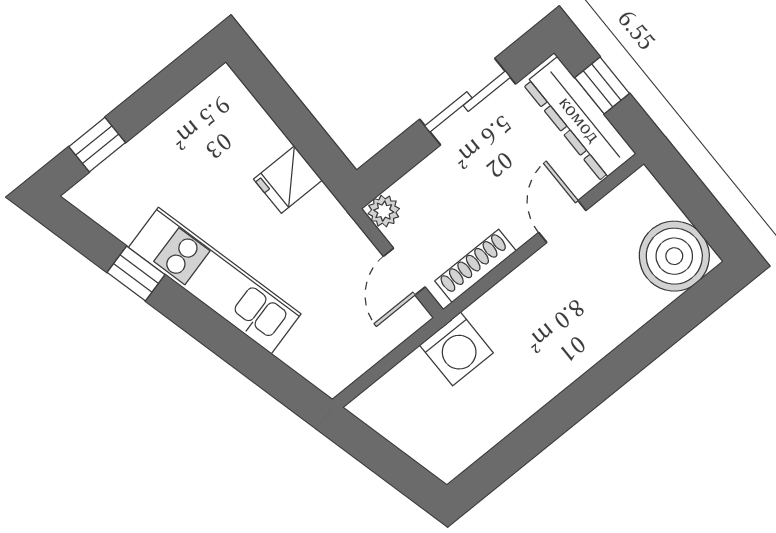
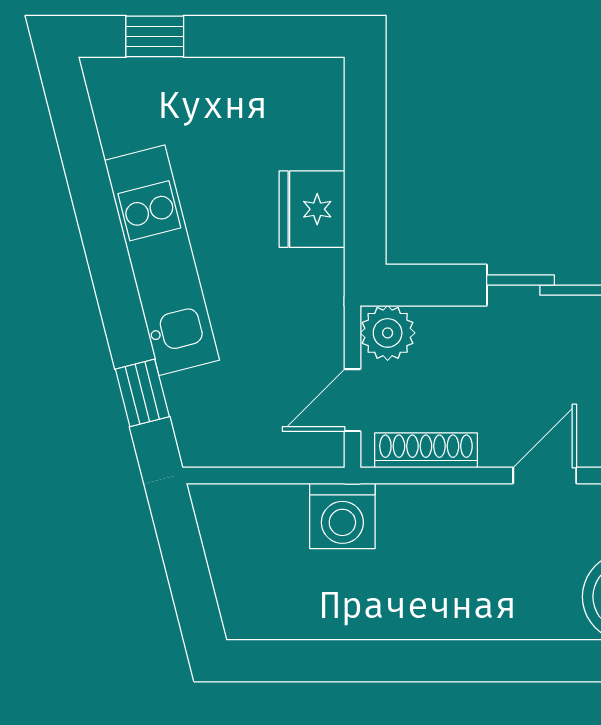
fridge: (288, 180) -> (312, 209), width x1.38
plant: (384, 211) -> (388, 333), width x1.38, depth x1.38
window: (136, 273) -> (142, 393), moved

